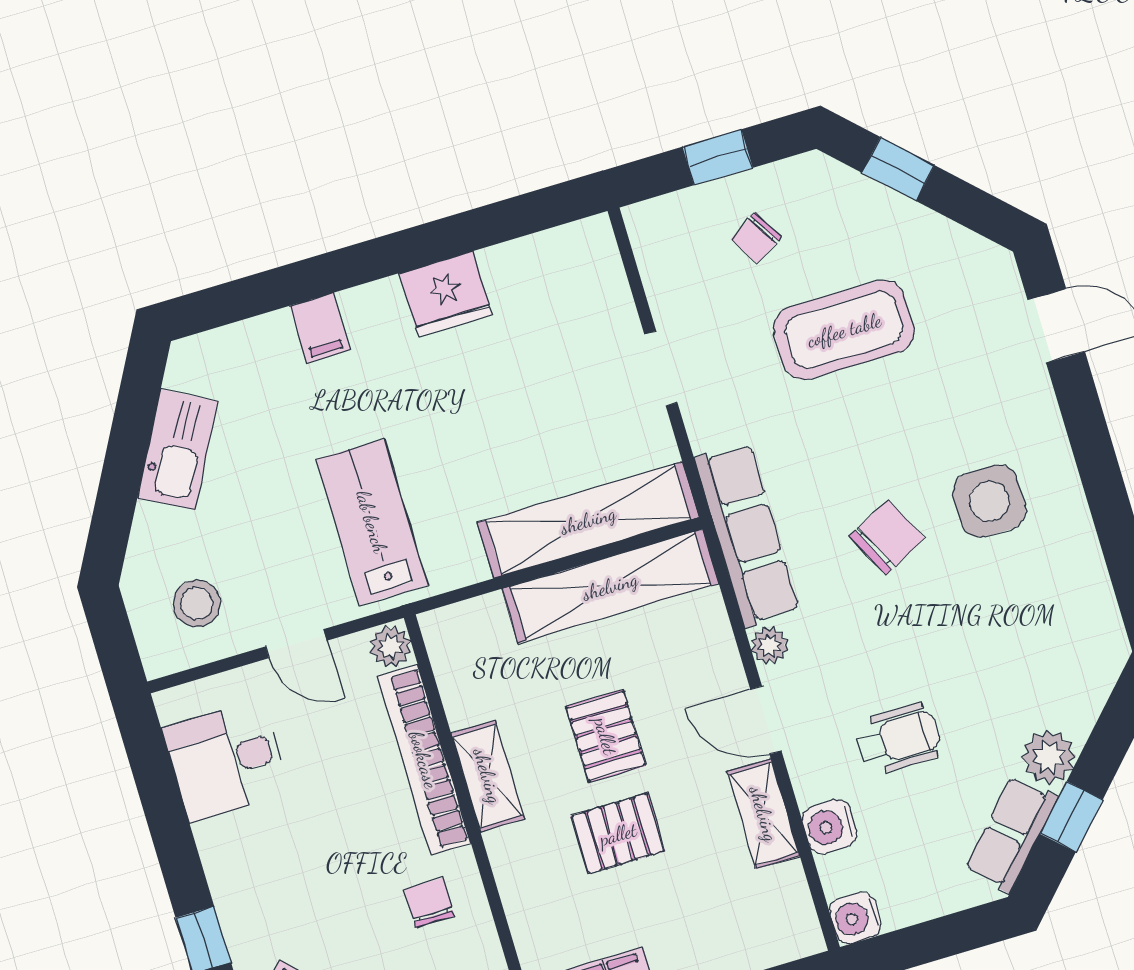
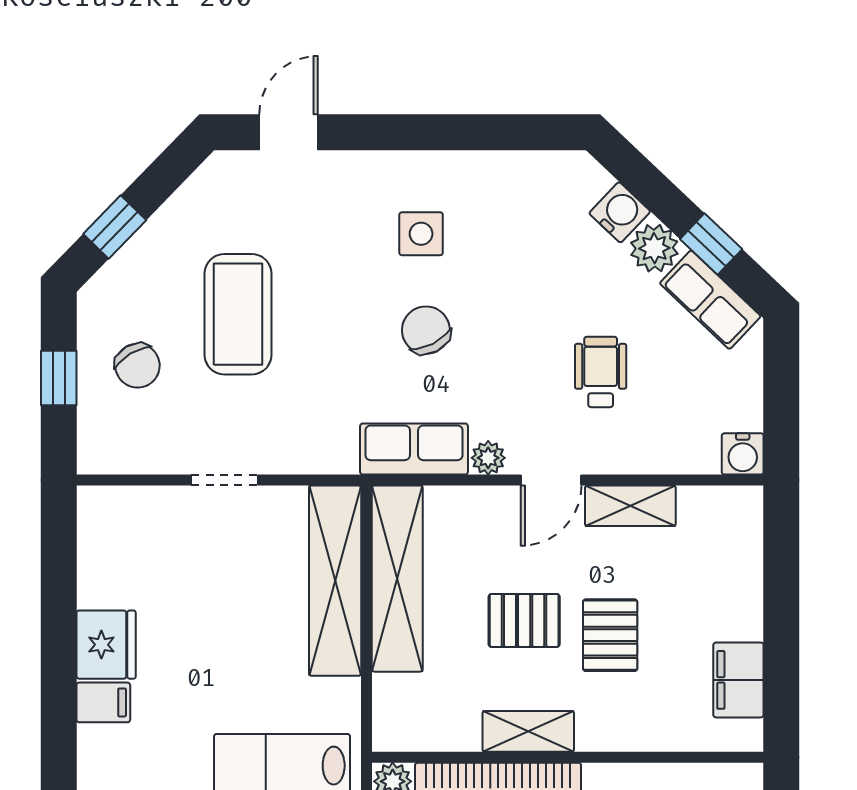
chair: (756, 238) -> (137, 366), width x1.37, depth x1.37
filing cabinet: (320, 328) -> (103, 702), moved
side table: (989, 501) -> (421, 234), width x0.73, depth x0.73
row of seats: (747, 535) -> (414, 449), width x0.68
water cooler: (830, 826) -> (620, 212), moved, turned -137

